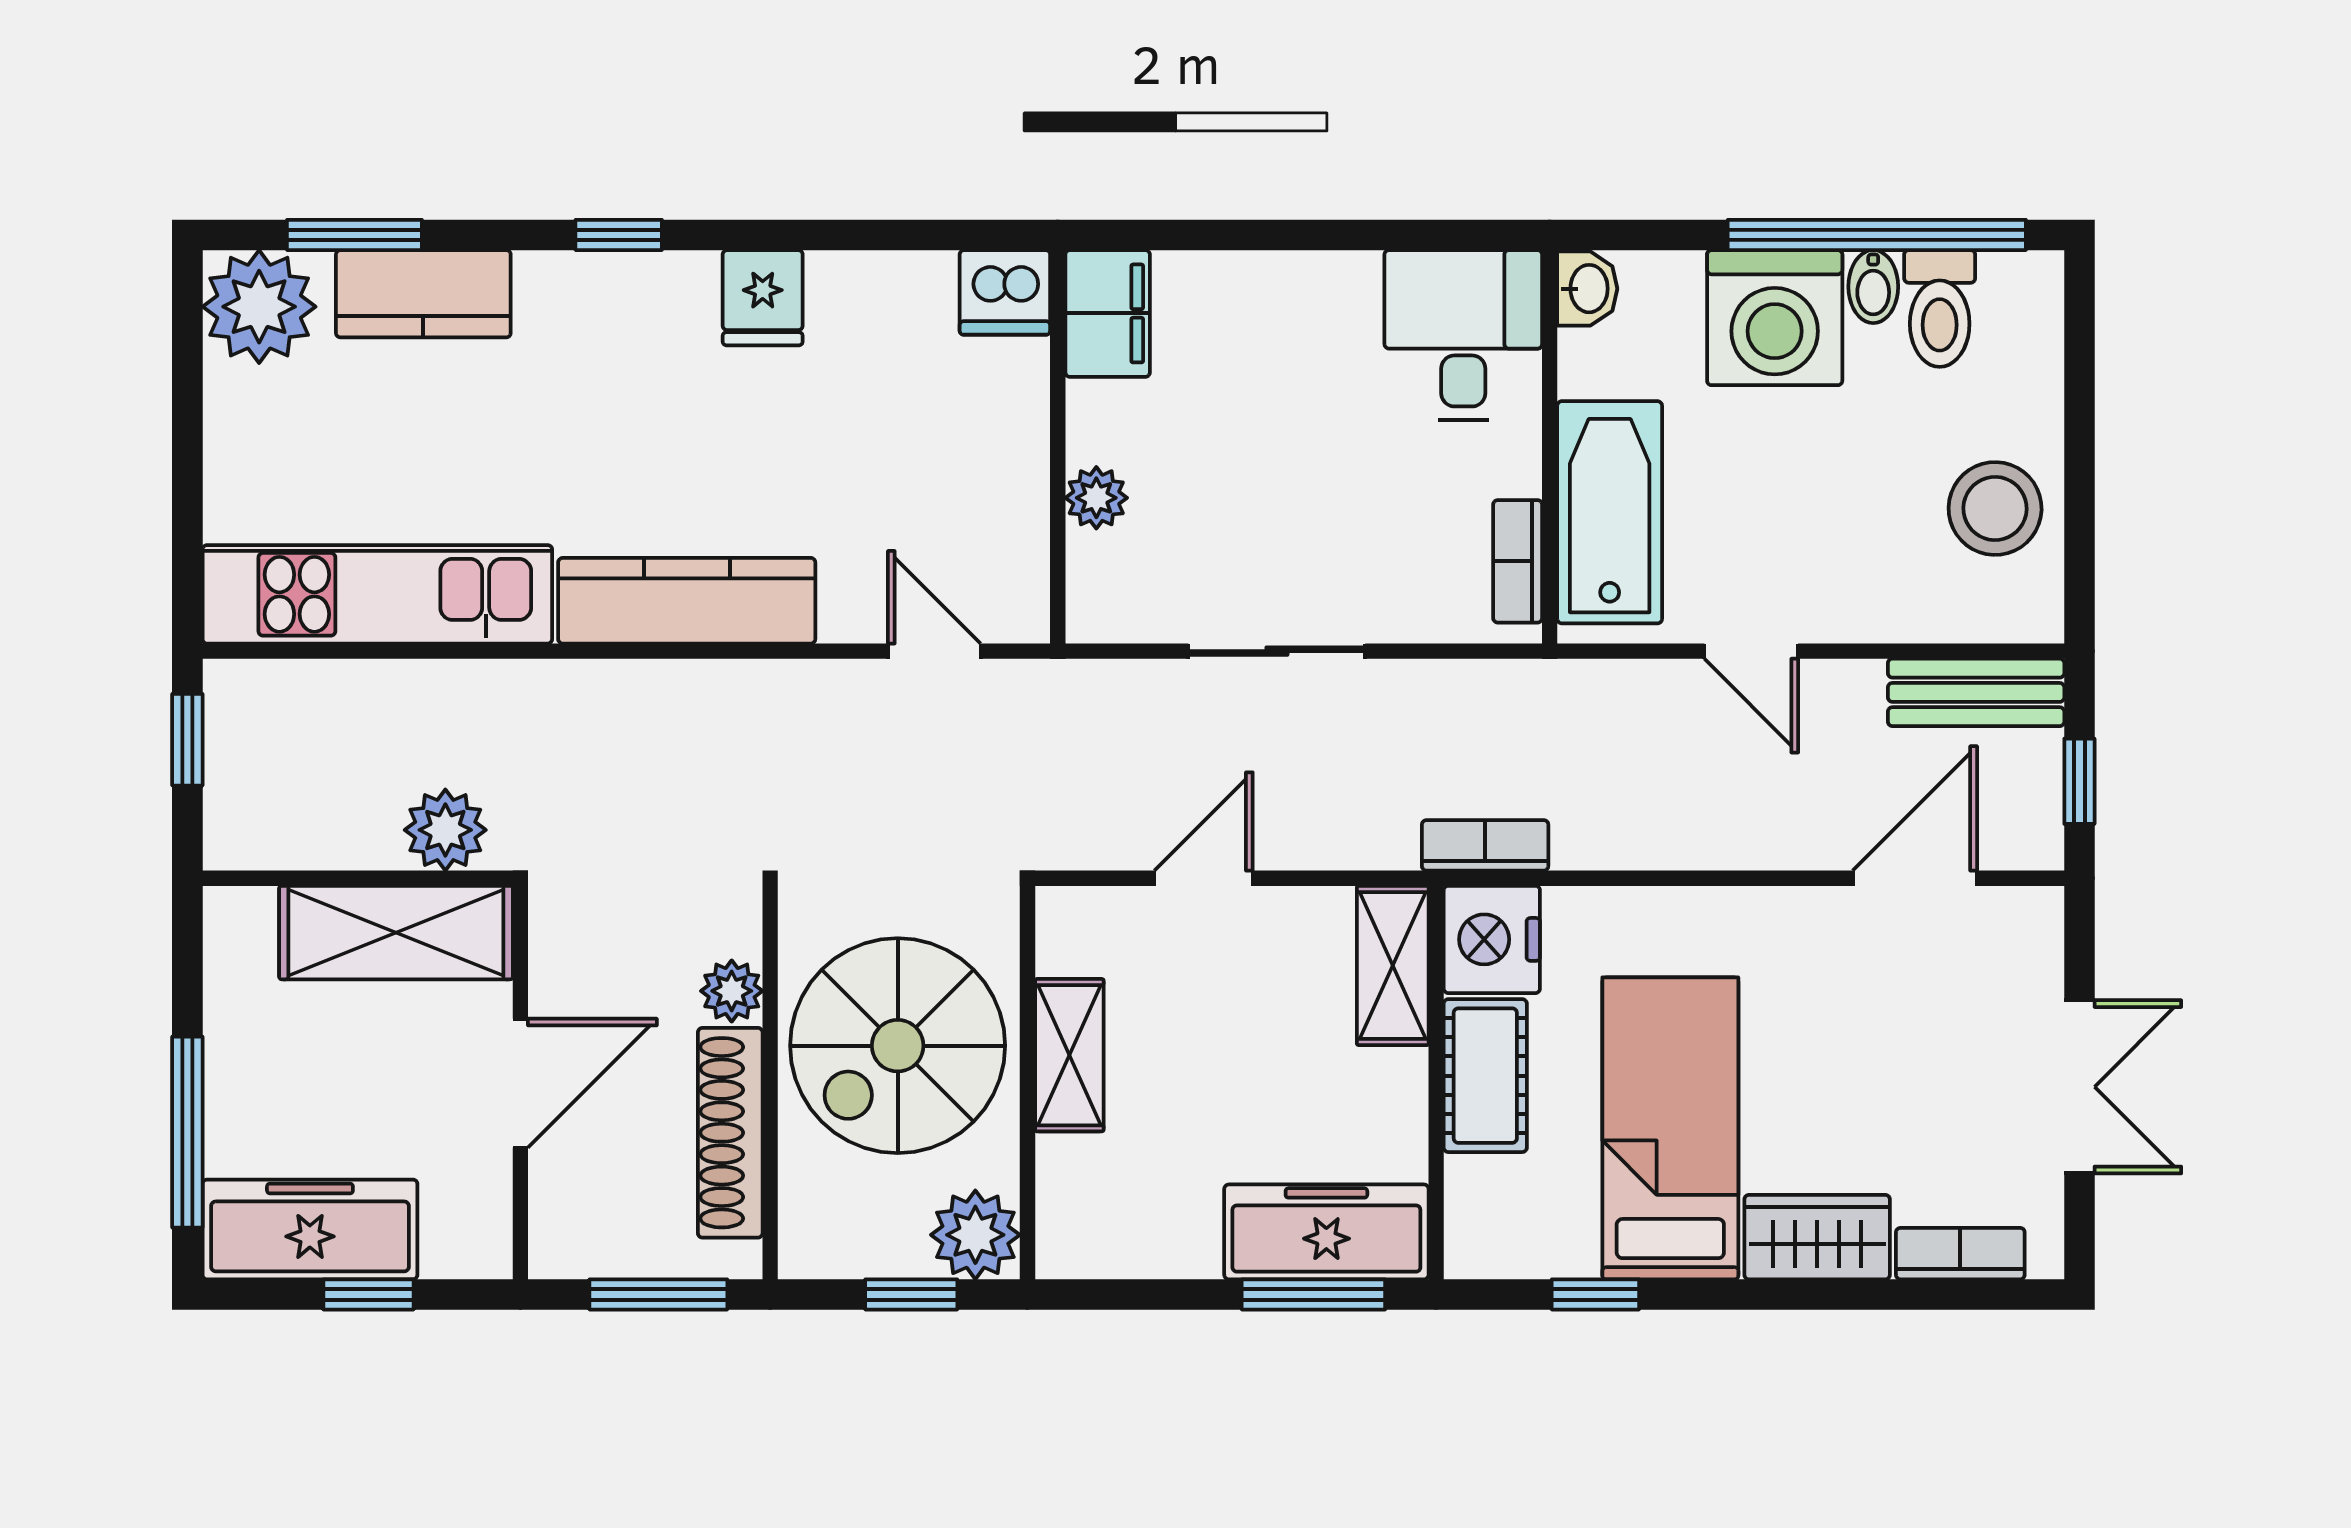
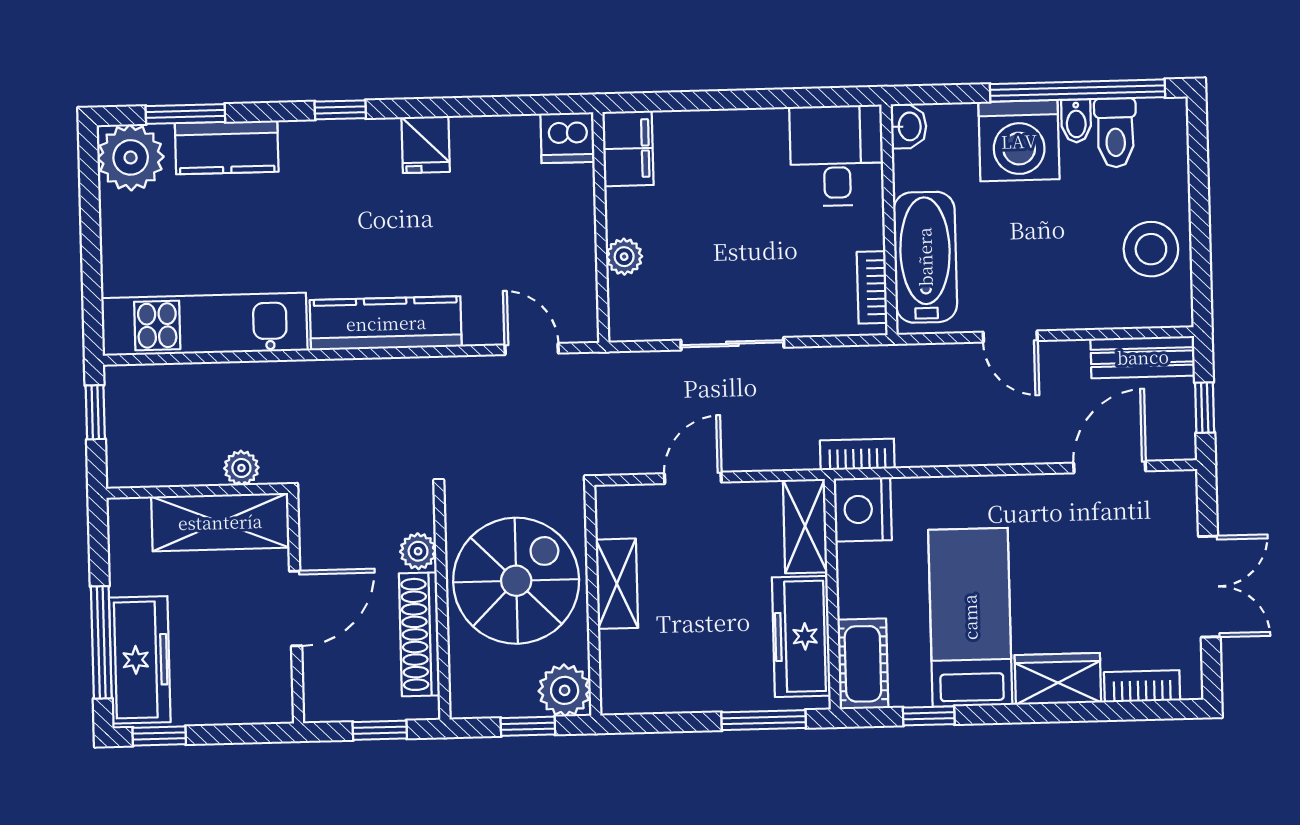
plant: (445, 830) -> (241, 468), width x0.73, depth x0.73
spiral stairs: (898, 1046) -> (516, 581), turned 180
cot: (1485, 1076) -> (863, 664), moved
freezer: (310, 1229) -> (140, 660), moved, turned 90
freezer: (1326, 1232) -> (801, 636), moved, turned -90
window: (368, 1294) -> (159, 736), moved
window: (658, 1294) -> (380, 730), width x0.67

